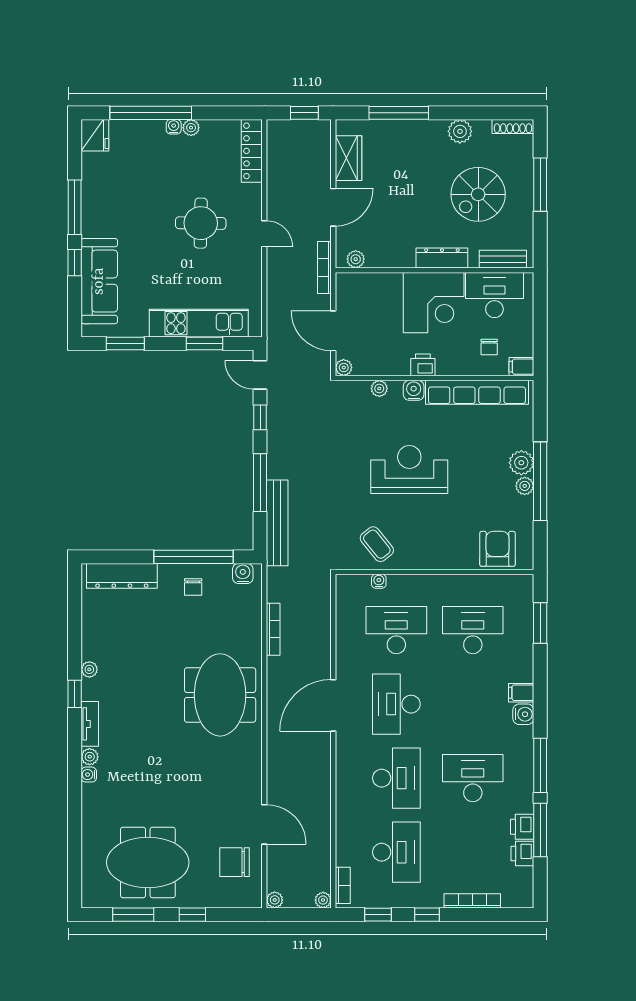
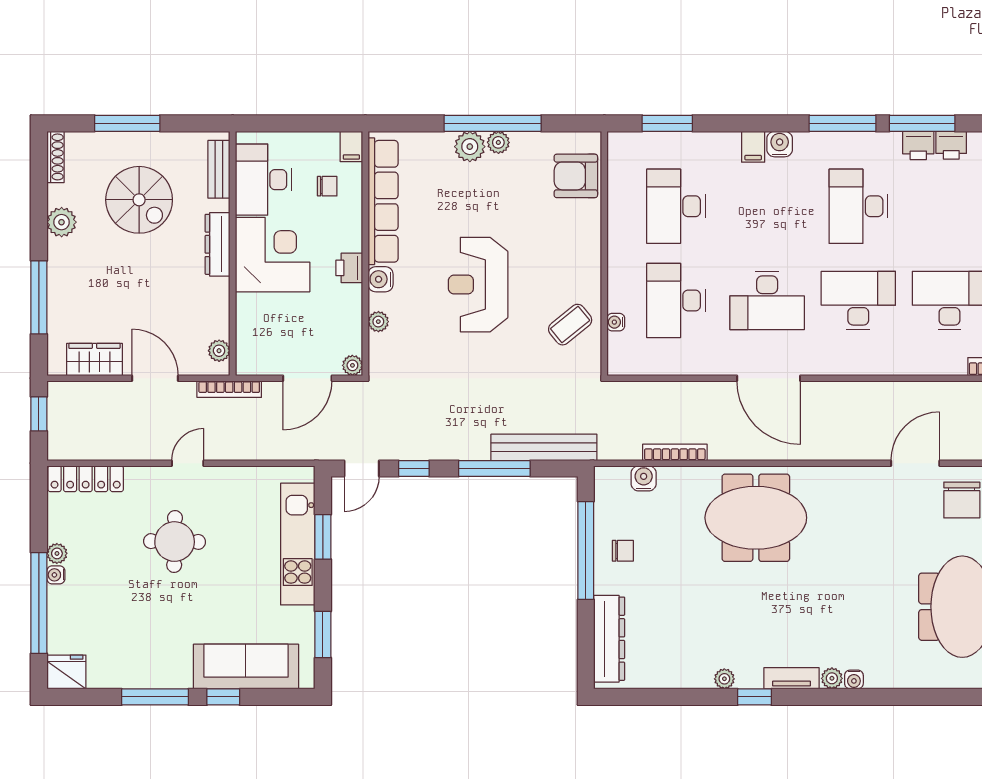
water cooler: (243, 574) -> (644, 478), moved, turned 90

